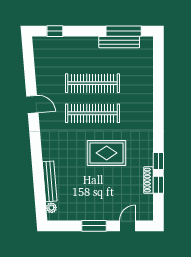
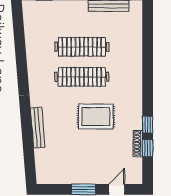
door: (32, 104) -> (22, 68), removed
bench: (50, 181) -> (38, 128), moved
plant: (51, 208) -> (41, 171), removed

